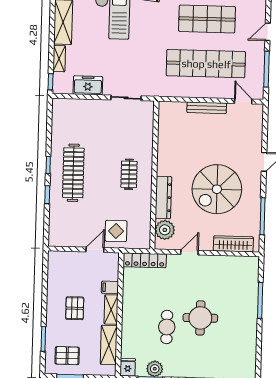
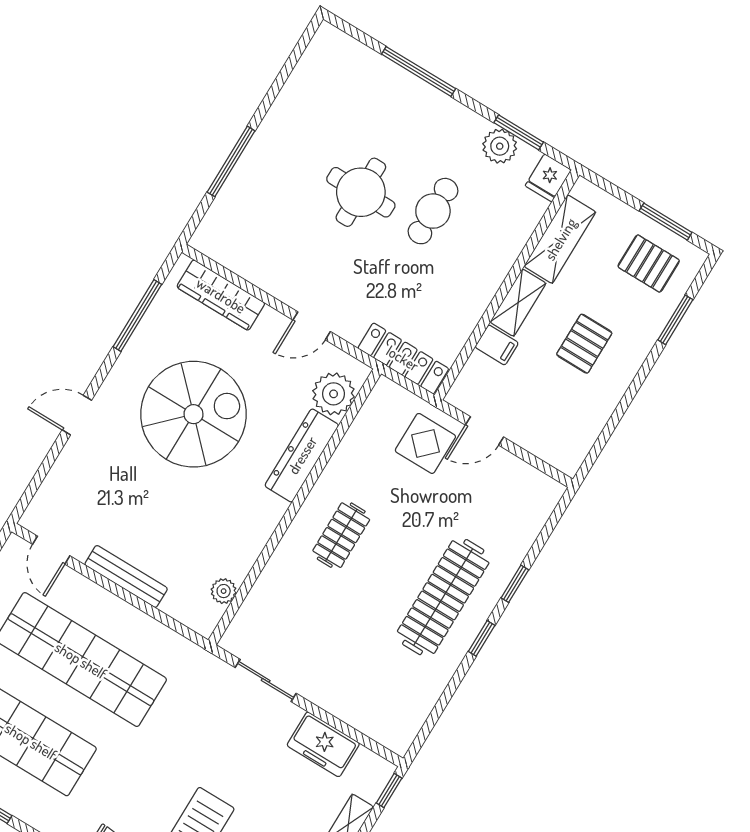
plant: (164, 124) -> (224, 591), added

